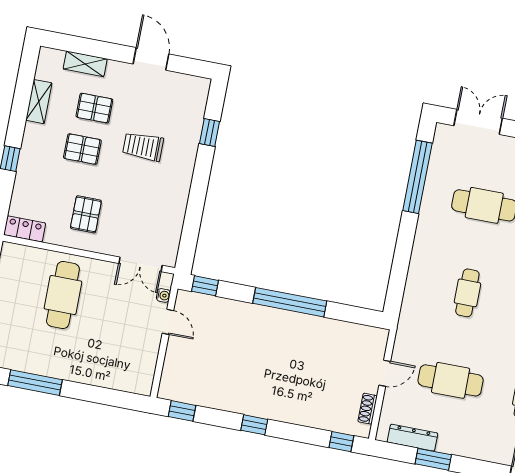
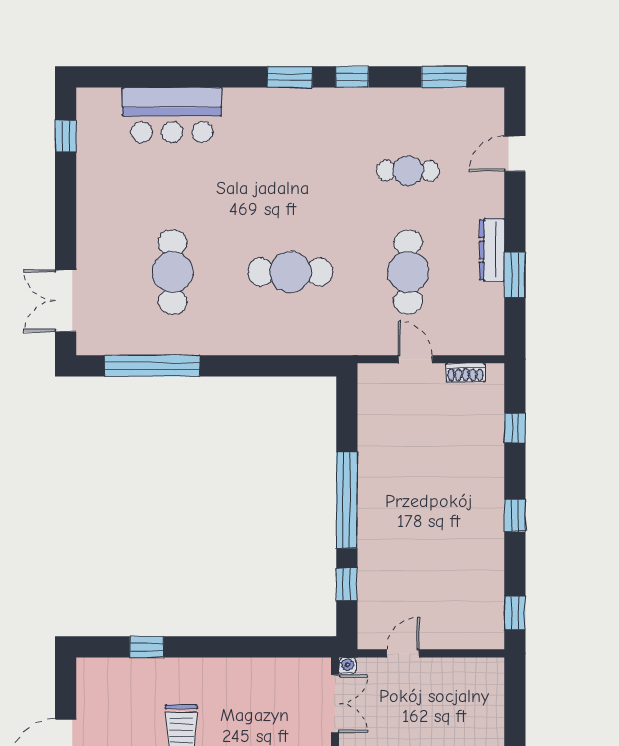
window: (205, 286) -> (347, 584), moved
cafe table: (467, 293) -> (290, 272), width x1.37, depth x1.35
water cooler: (163, 295) -> (347, 666), moved
dresser: (412, 438) -> (492, 250), moved
window: (341, 442) -> (515, 428), moved

